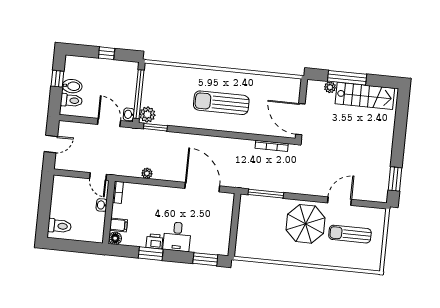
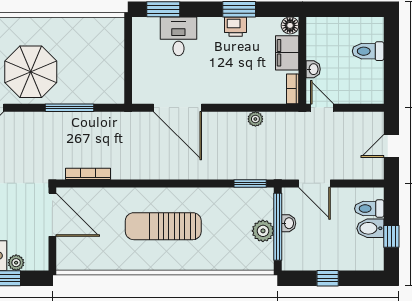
sun lounger: (221, 103) -> (163, 226), turned 180
washbasin: (129, 114) -> (289, 223), moved
plant: (147, 114) -> (263, 231), moved
window: (266, 194) -> (70, 108), moved
filing cabinet: (119, 225) -> (287, 53), width x2.00
toilet: (59, 226) -> (368, 51), moved
desk: (177, 237) -> (178, 36), moved

